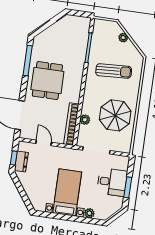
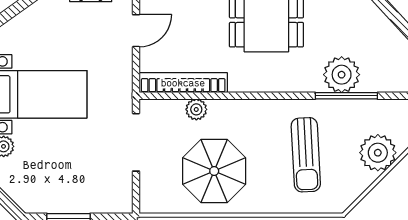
plant: (123, 38) -> (378, 153), width x1.88, depth x1.88
plant: (78, 49) -> (342, 75), added
desk: (112, 182) -> (75, 184), removed

